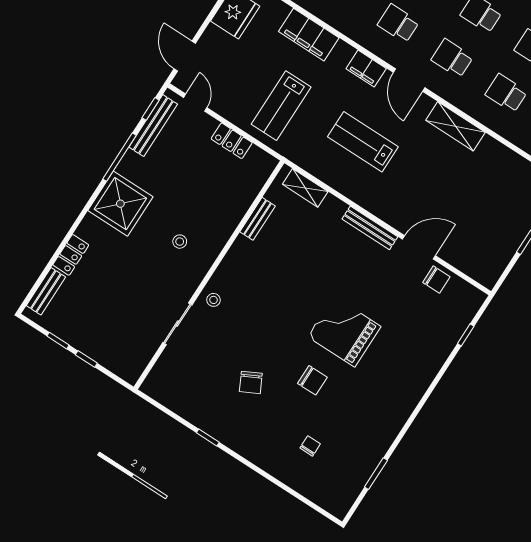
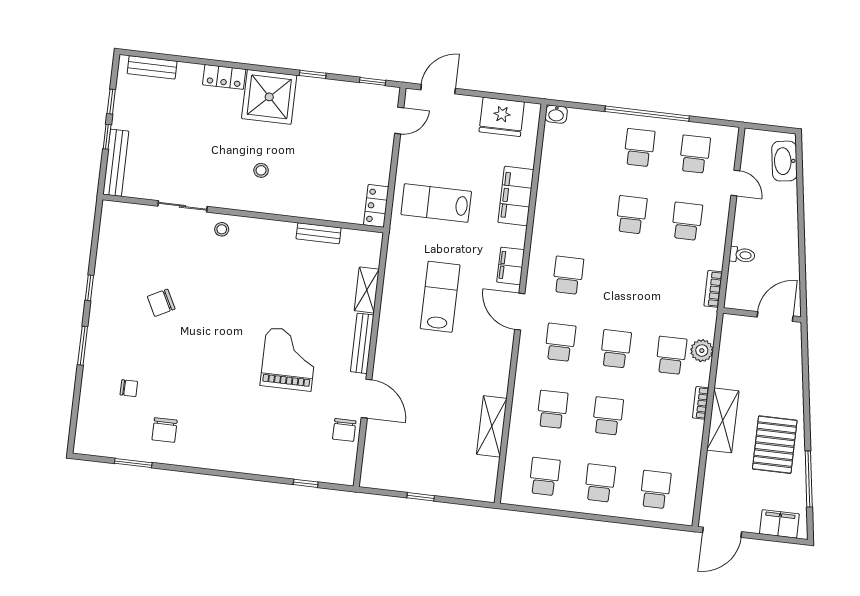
door: (409, 80) -> (520, 312), hinge flipped
bench: (153, 126) -> (116, 163), moved, turned 90
shelving: (455, 126) -> (492, 426), moved
locker: (232, 141) -> (376, 206), moved
window: (119, 157) -> (313, 74), width x0.46
shelving: (305, 188) -> (367, 290), moved
locker: (71, 255) -> (224, 77), moved
grand piano: (344, 332) -> (289, 359), moved
chair: (312, 380) -> (165, 430), moved
window: (254, 468) -> (83, 346), added

